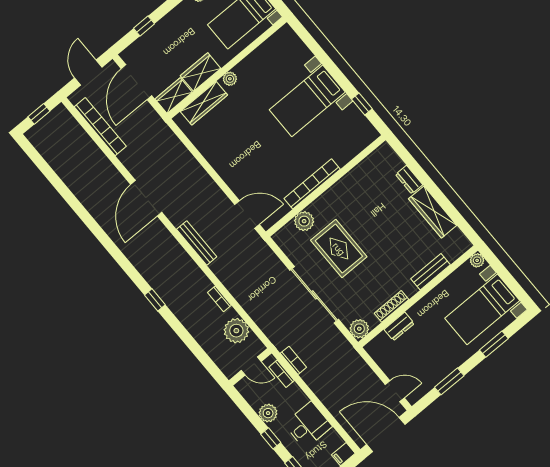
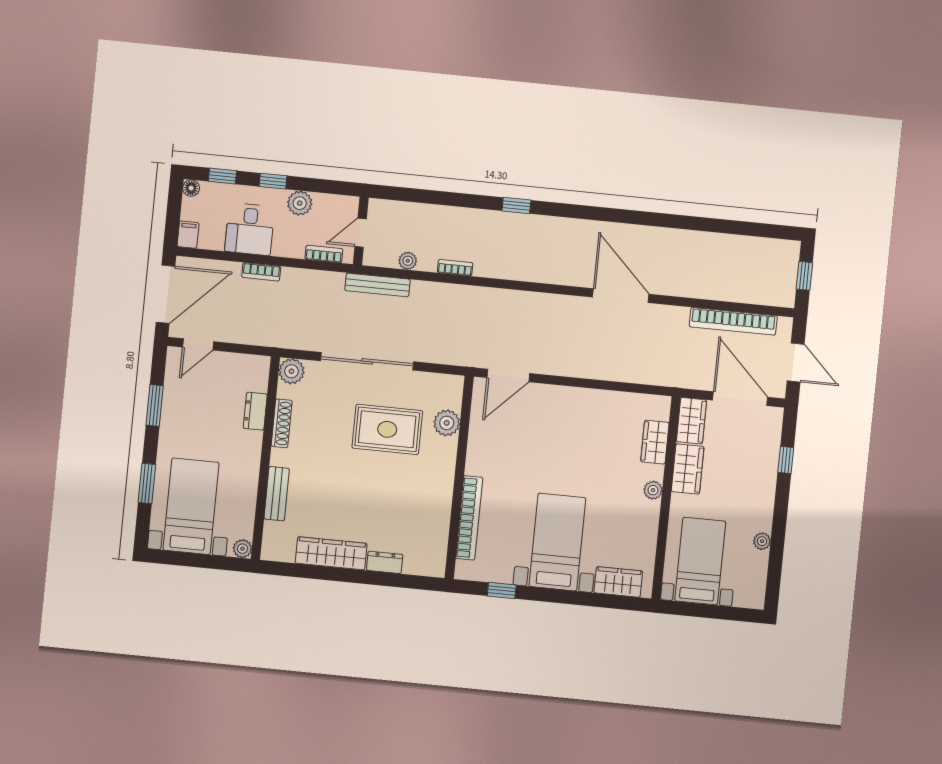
wardrobe: (296, 48) -> (618, 582), added
wardrobe: (204, 103) -> (655, 442), width x0.67
bookcase: (312, 184) -> (469, 518), moved
bench: (197, 243) -> (378, 285), moved
plant: (236, 331) -> (408, 261), width x0.53, depth x0.53
bookcase: (293, 360) -> (261, 272), moved

